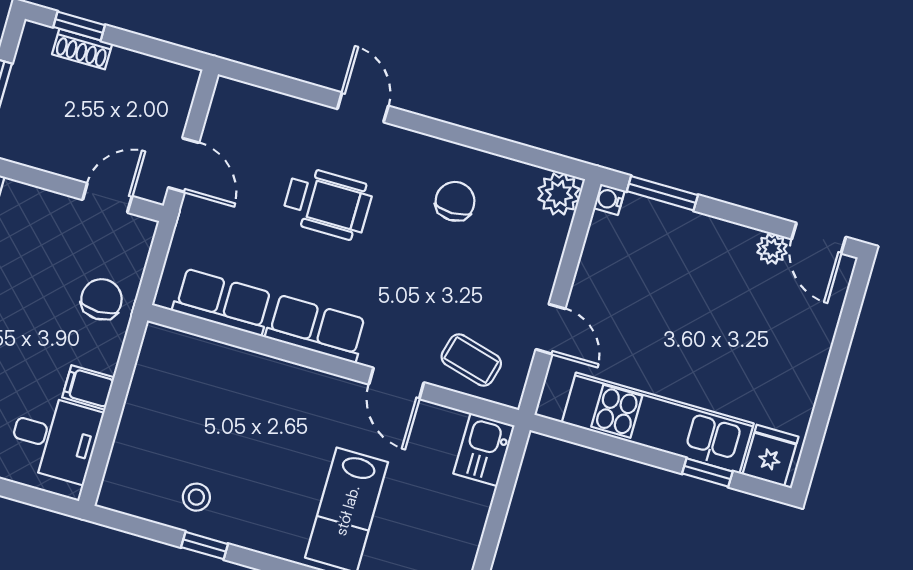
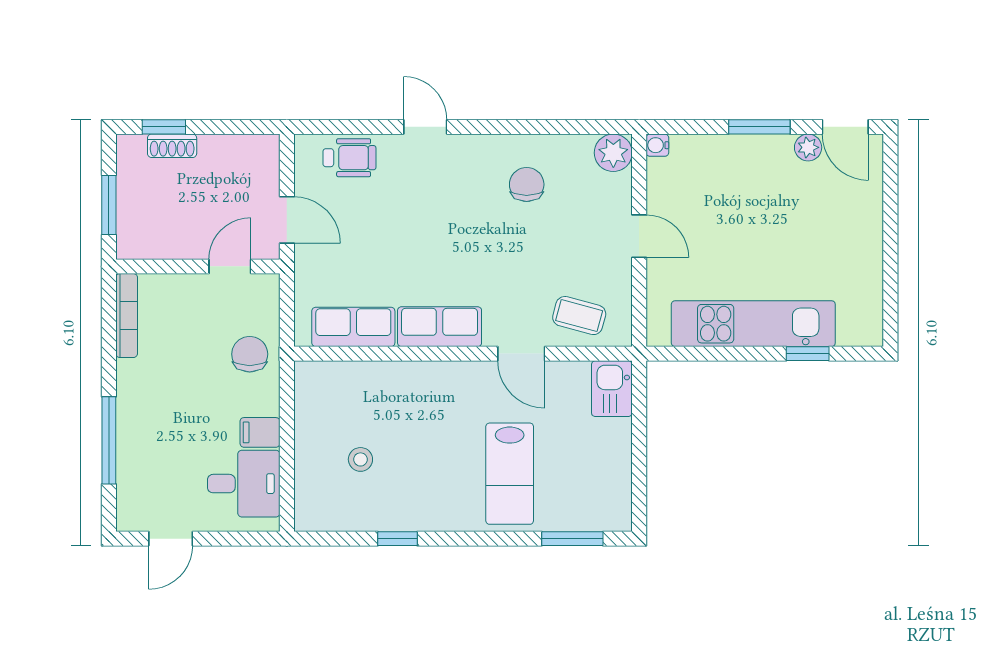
window: (662, 193) -> (759, 127), moved
wheelchair: (327, 203) -> (349, 158), moved, width x0.73, depth x0.73
door: (550, 329) -> (639, 236), moved
fridge: (770, 455) -> (857, 324), removed
stool: (196, 497) -> (360, 459), moved

